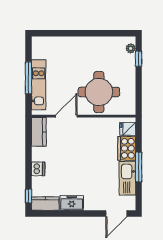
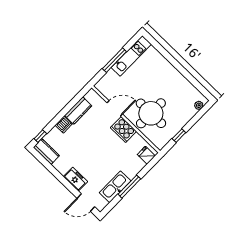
window: (139, 59) -> (179, 136), moved
kitchen unit: (39, 85) -> (131, 56), moved
kitchen counter: (39, 132) -> (78, 111), moved
cooker: (127, 148) -> (123, 130), moved, turned -90
freezer: (72, 203) -> (75, 179), moved

